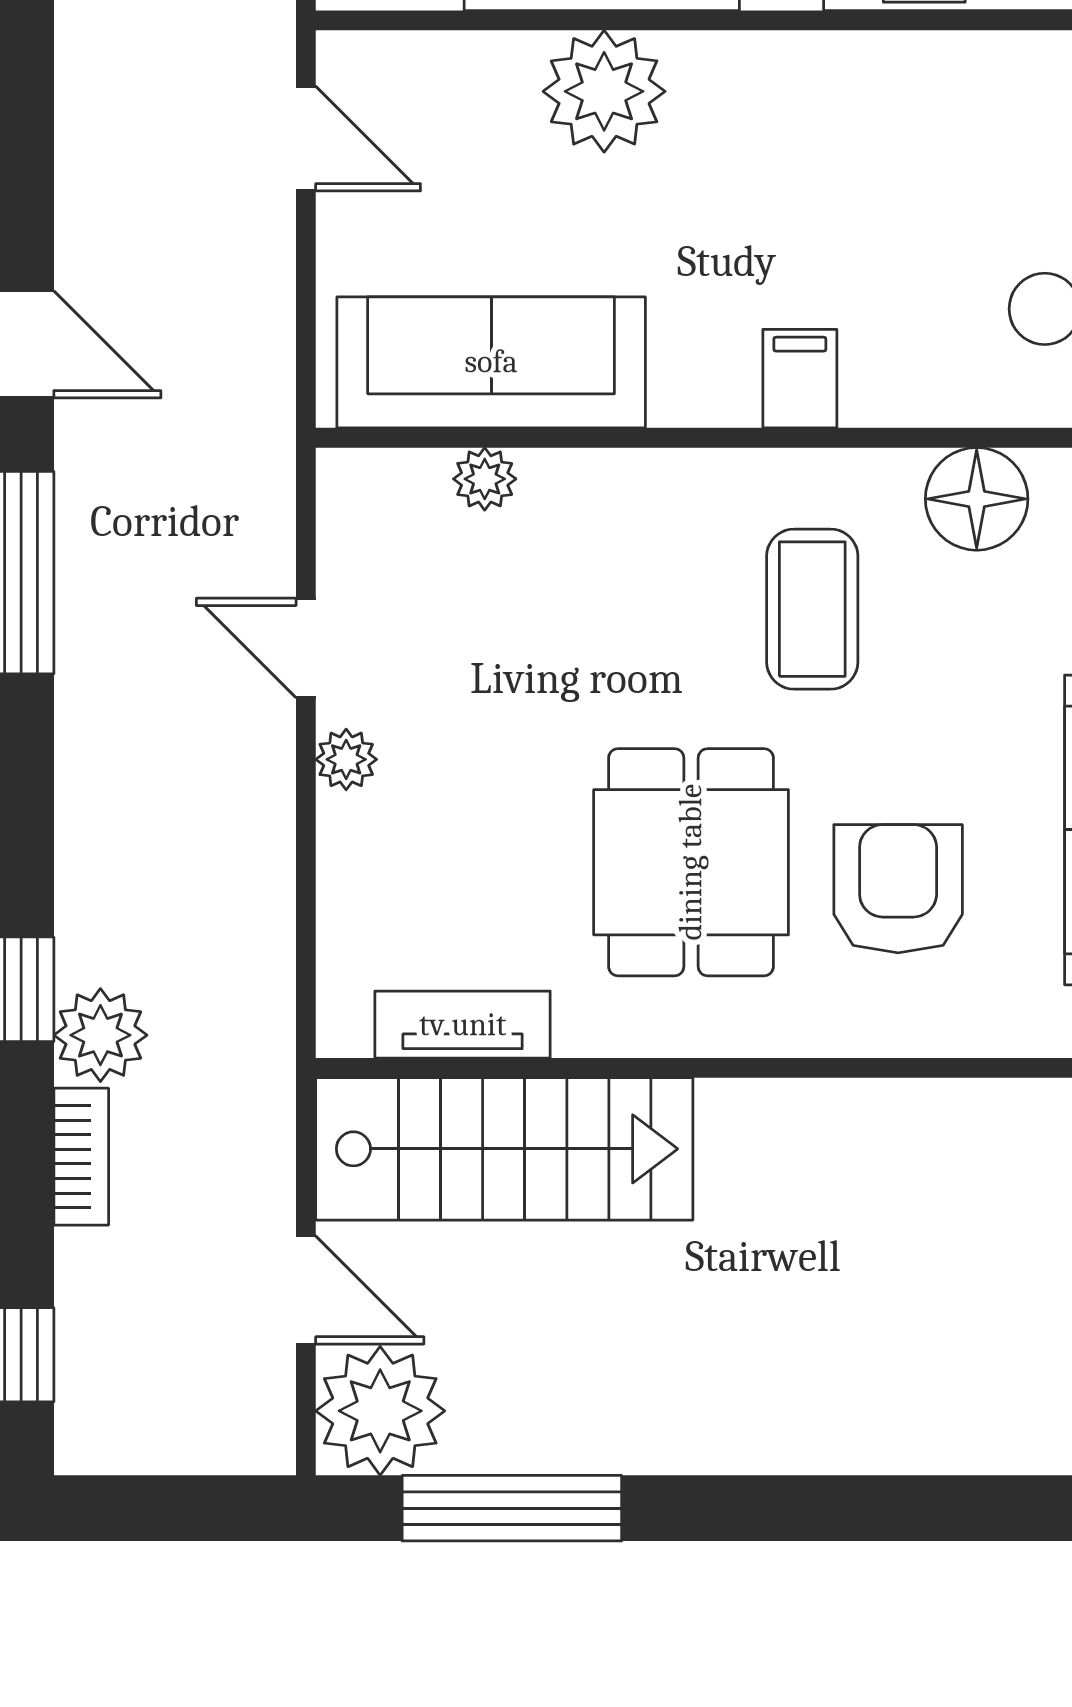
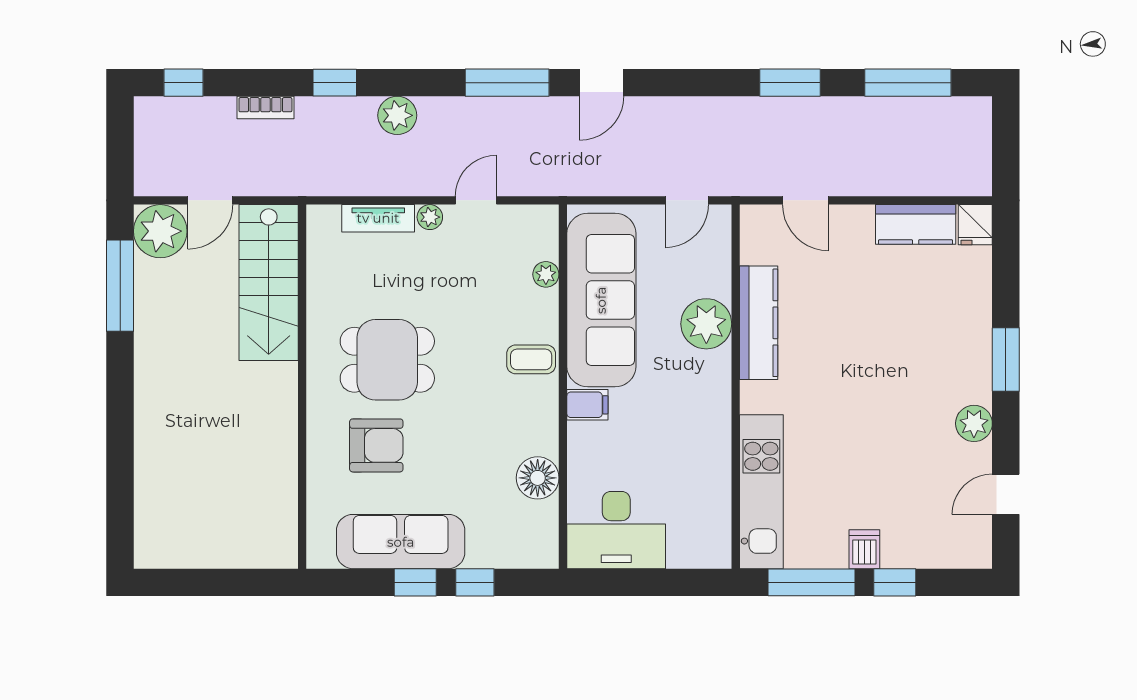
sofa: (491, 362) -> (601, 300), width x1.36, depth x1.27
coffee table: (812, 609) -> (531, 359), moved, width x0.73, depth x0.77
tv unit: (463, 1025) -> (378, 218), moved, turned 90
plant: (100, 1035) -> (397, 115), moved

